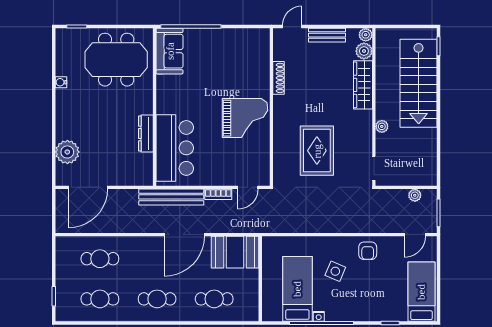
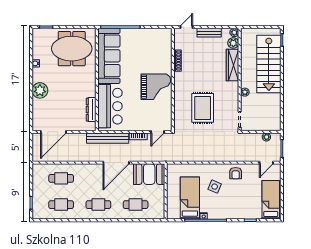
sofa: (170, 51) -> (109, 56), width x1.85, depth x1.27
dresser: (146, 133) -> (91, 110), moved
plant: (67, 152) -> (40, 90), moved

